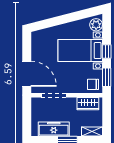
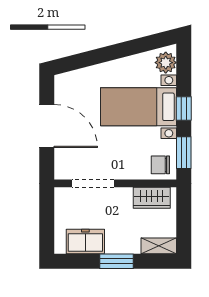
door: (27, 74) -> (47, 126), moved
freezer: (54, 129) -> (85, 242), width x0.71

